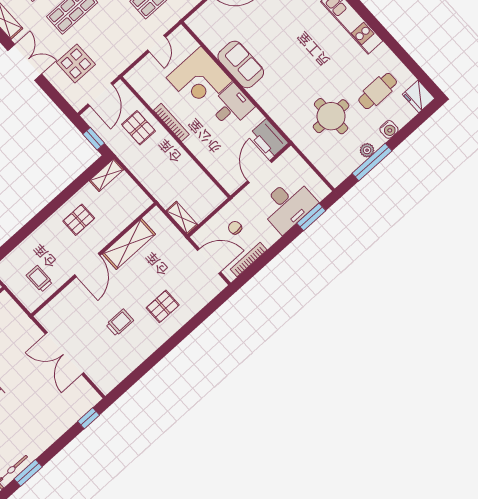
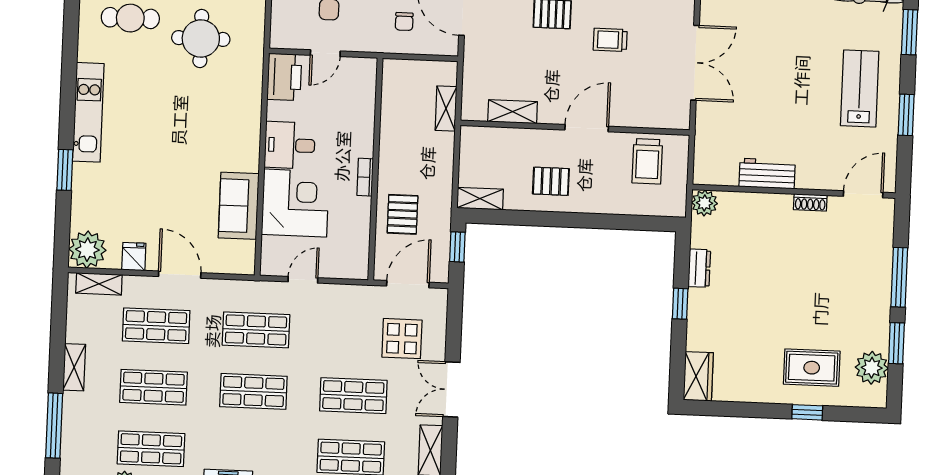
sofa: (241, 64) -> (239, 206), moved
bookcase: (171, 122) -> (365, 177), width x0.64
door: (260, 172) -> (325, 53), width x0.73
shelving: (182, 218) -> (446, 108), moved
shelving: (129, 244) -> (513, 112), width x0.67, depth x0.75
trolley: (39, 279) -> (647, 161), width x1.36, depth x1.39

